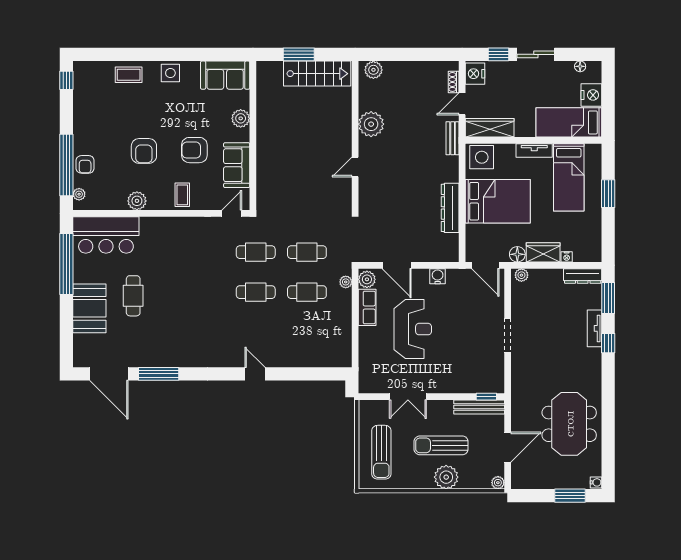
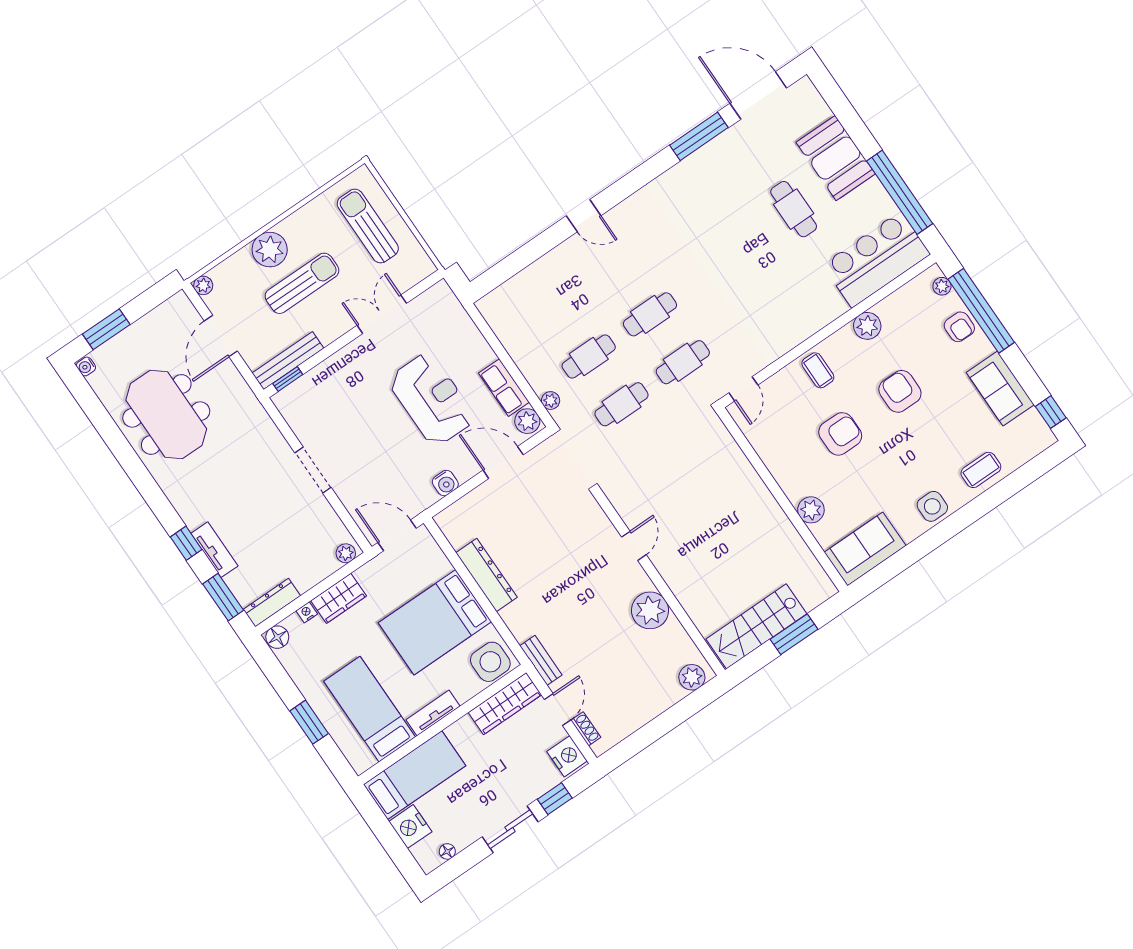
armchair: (85, 164) -> (959, 327), turned 180
sofa: (237, 165) -> (1000, 389), moved, turned 180
floor lamp: (517, 254) -> (277, 637), moved
reception desk: (413, 329) -> (432, 399), turned 180

